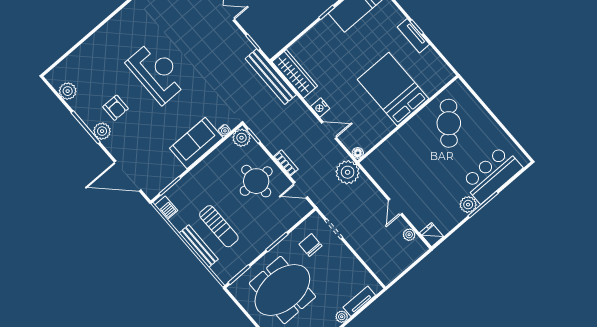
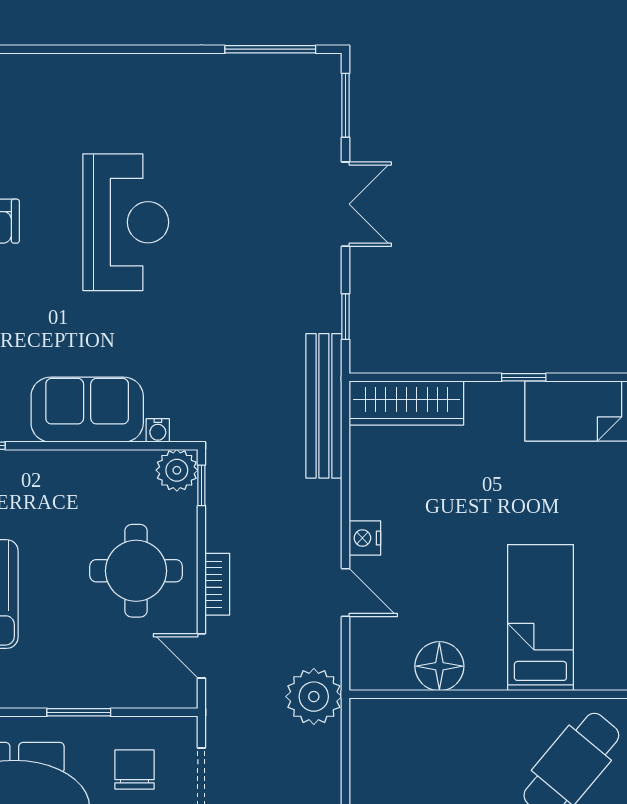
wardrobe: (295, 74) -> (406, 403), moved, turned 90
bed: (393, 89) -> (540, 618), width x0.67
floor lamp: (358, 153) -> (439, 666), moved, width x1.89, depth x1.89

